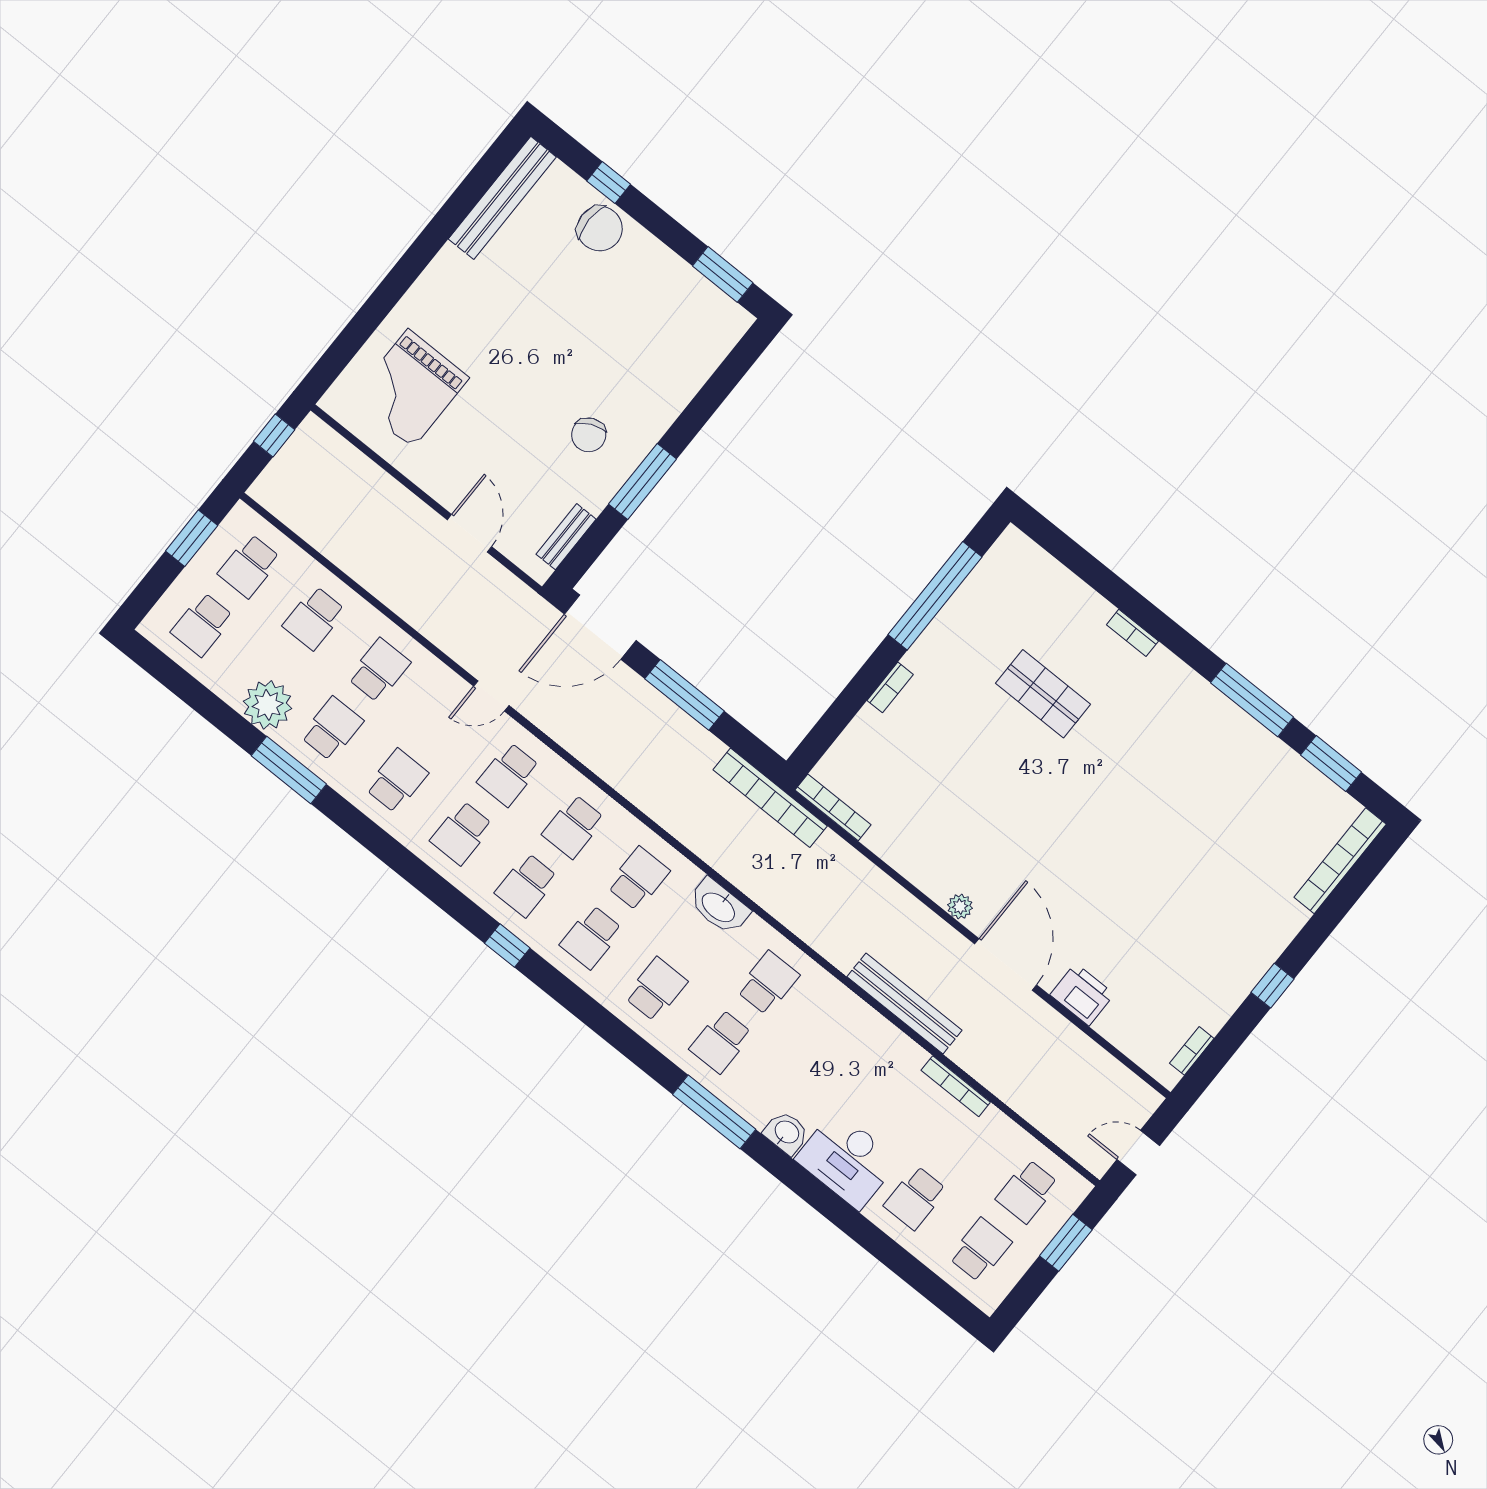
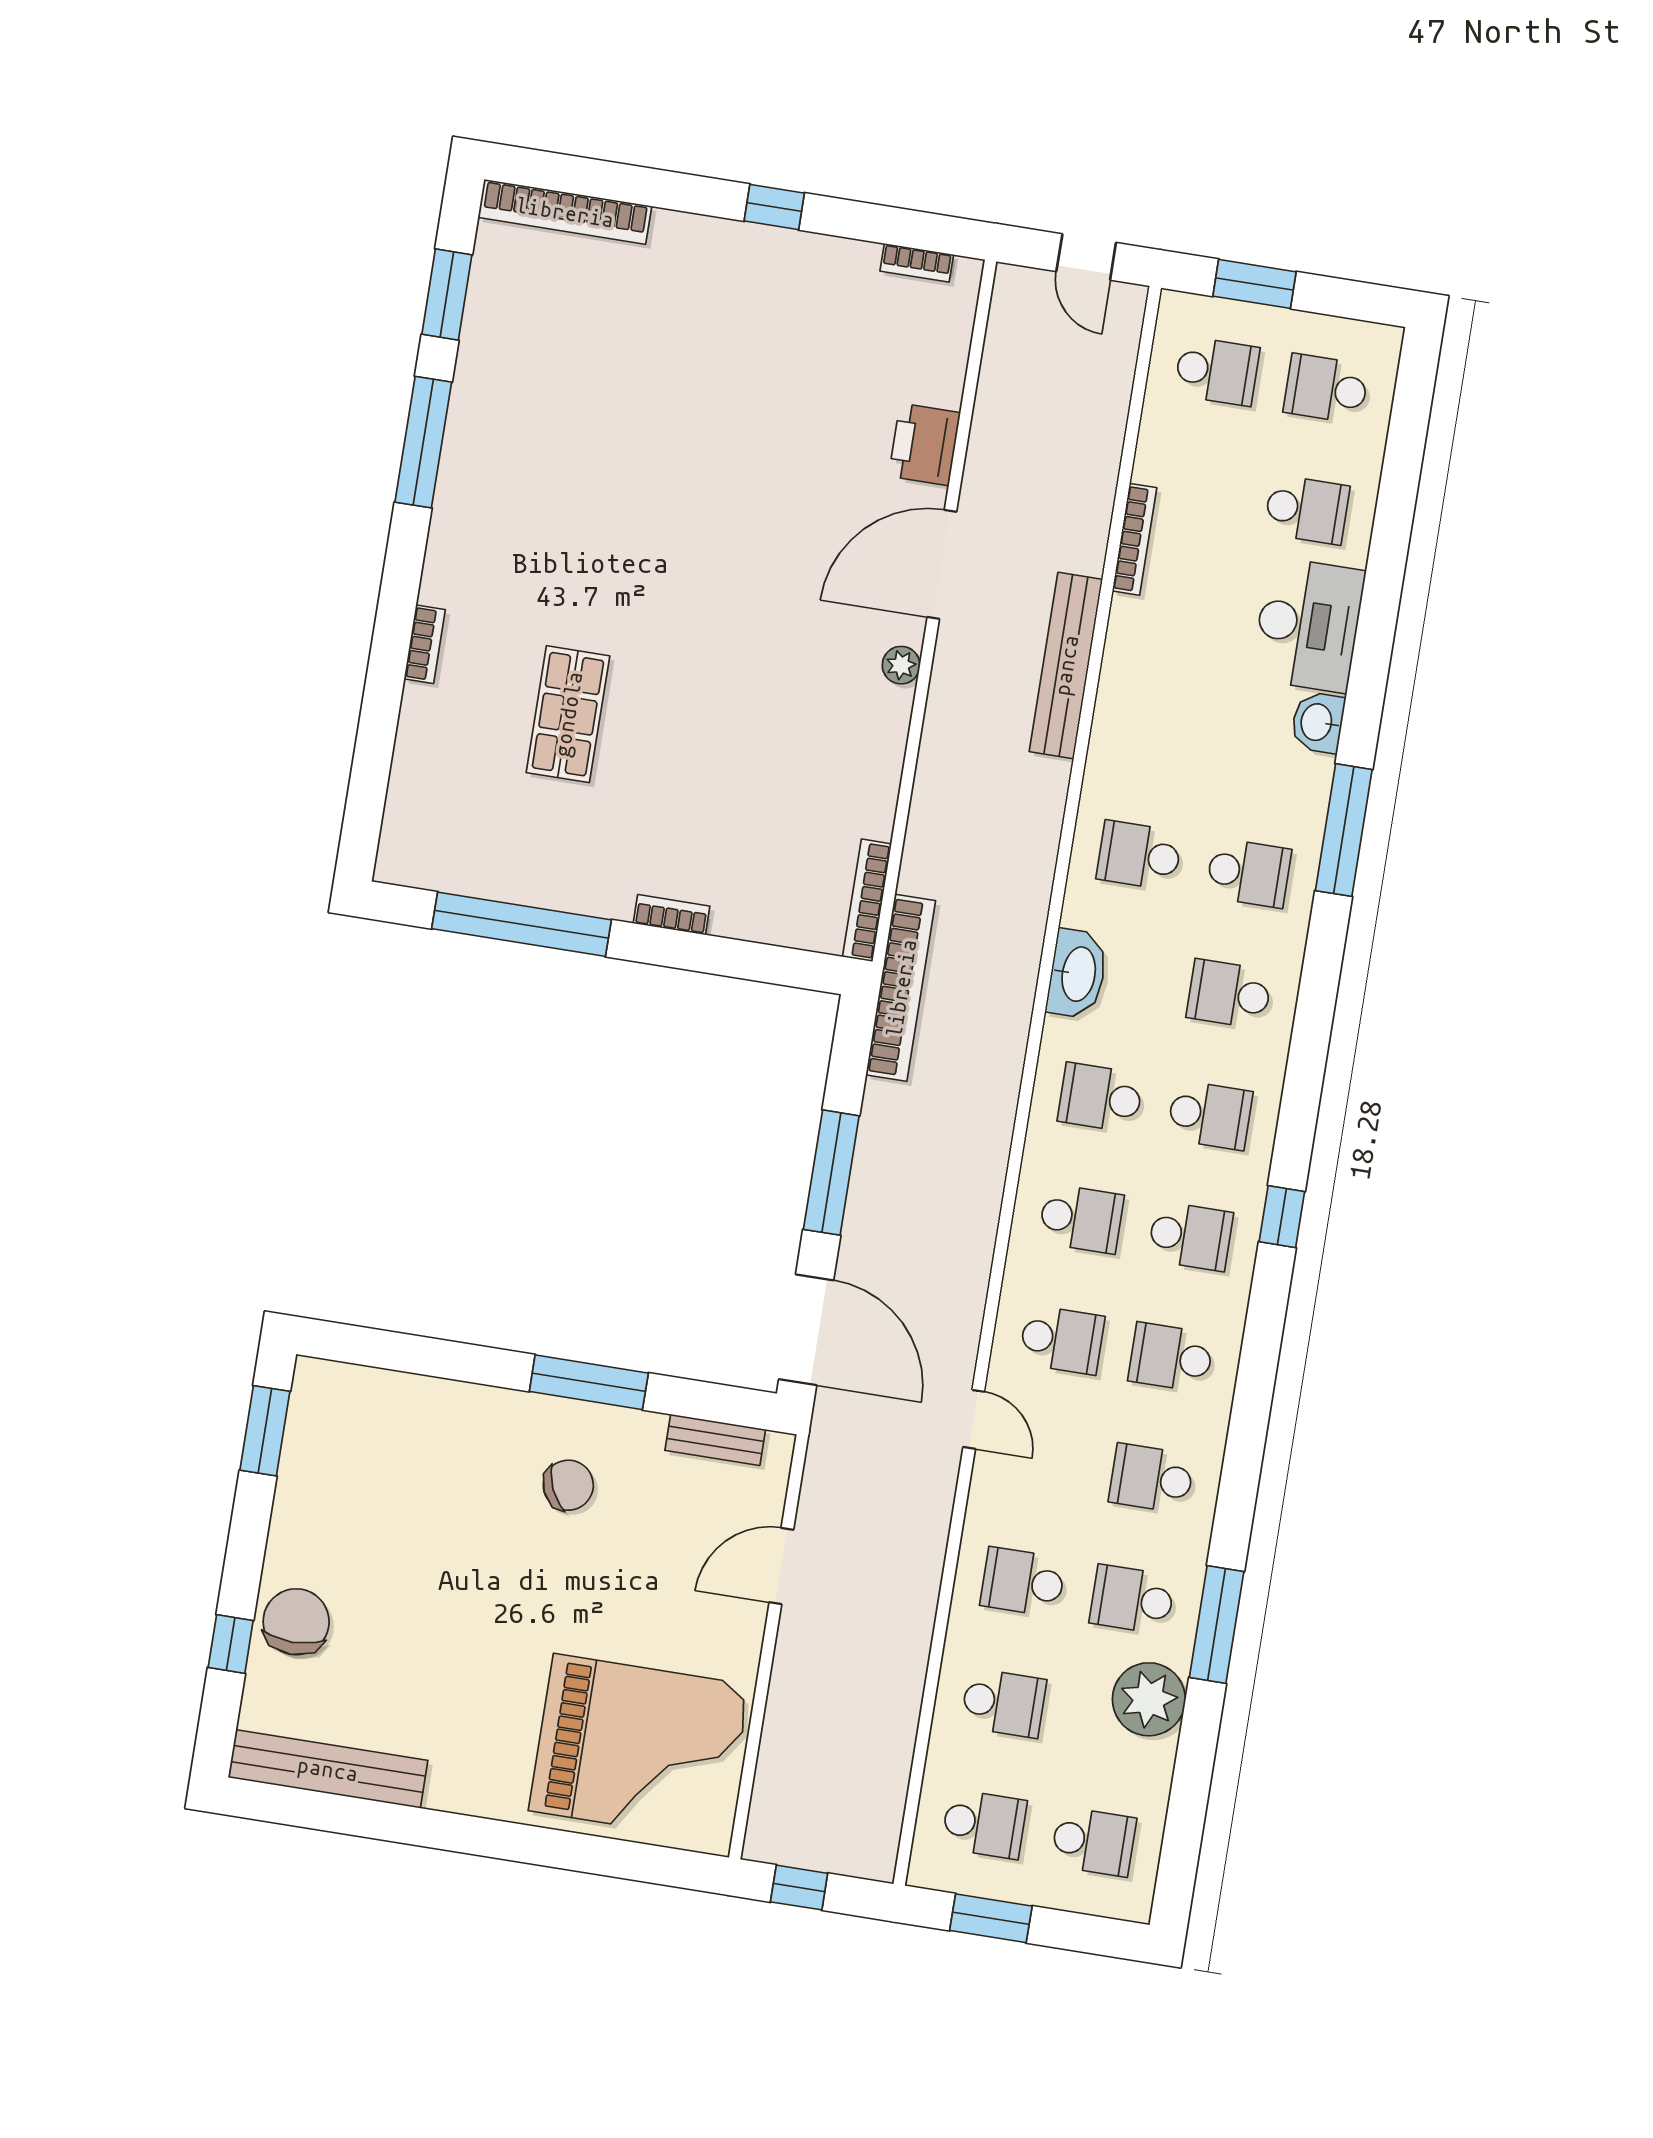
grand piano: (410, 388) -> (639, 1748), width x1.37, depth x1.48
school desk: (462, 833) -> (1171, 1357), turned 180

